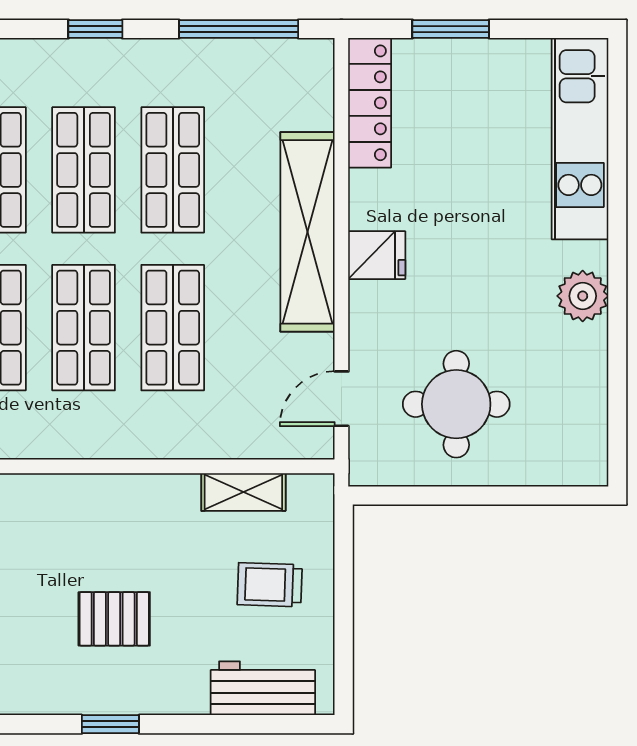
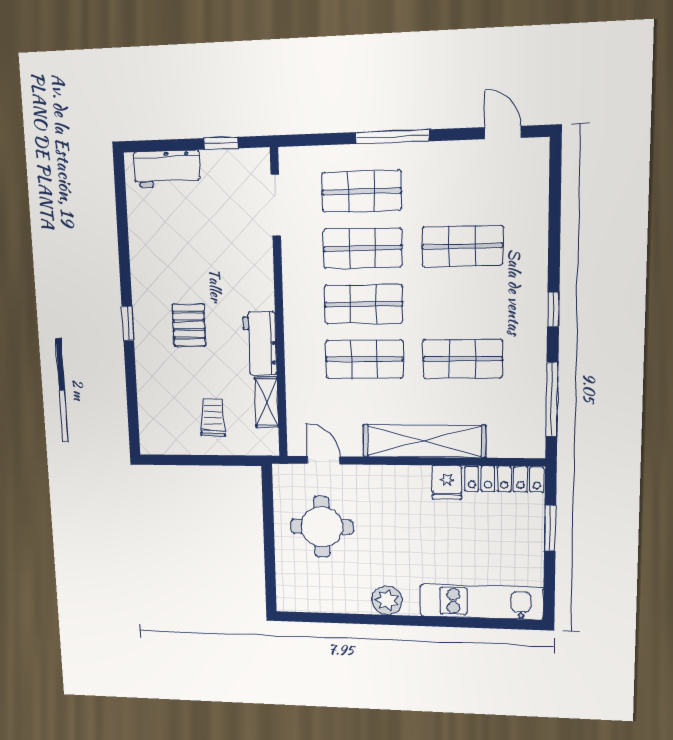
shop shelf: (84, 170) -> (462, 303), removed
fridge: (377, 255) -> (447, 482), moved
workbench: (263, 688) -> (260, 343), moved, turned 180

